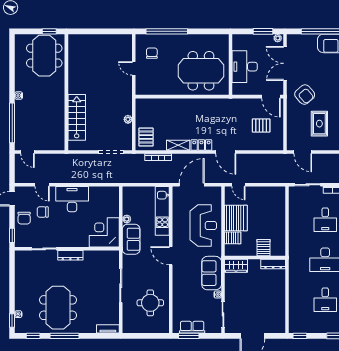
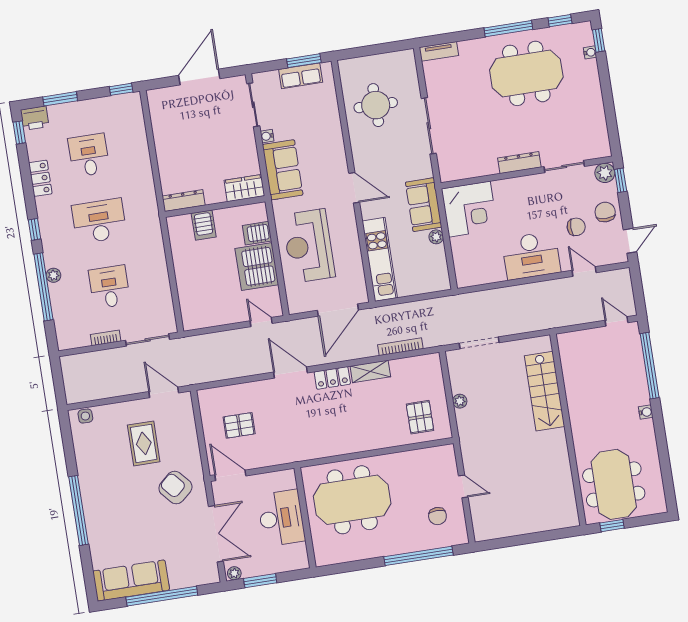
pallet: (146, 137) -> (420, 417), moved
plant: (21, 241) -> (605, 173), added
meeting table: (58, 308) -> (526, 73), turned 90

